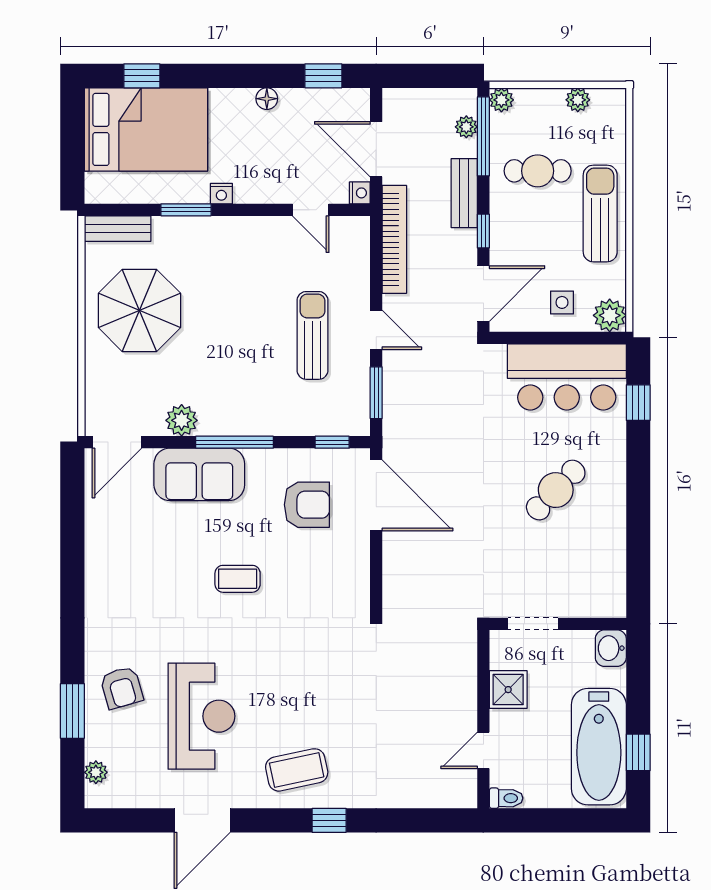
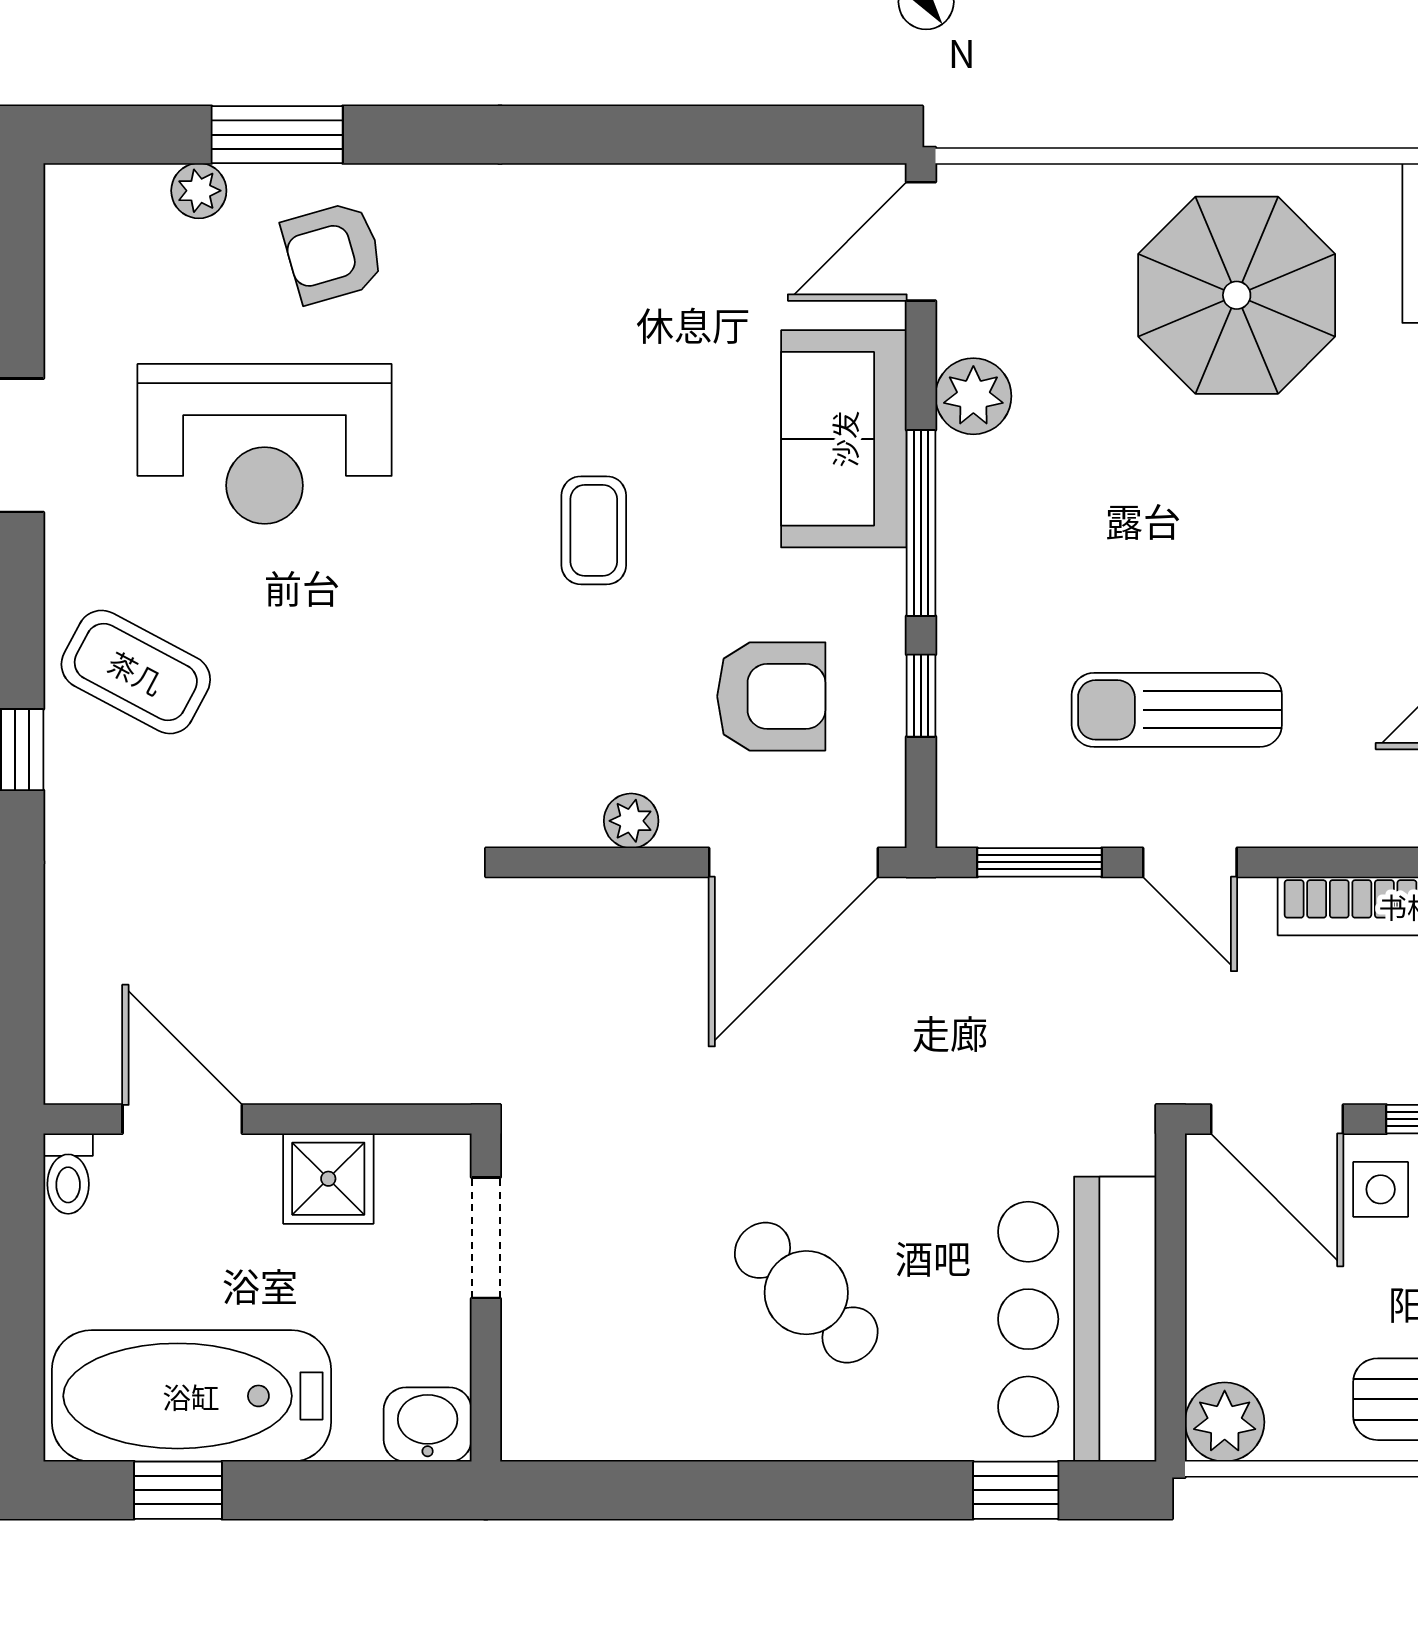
side table: (562, 302) -> (1381, 1189), moved
door: (376, 330) -> (1190, 862), hinge flipped
sun lounger: (312, 335) -> (1177, 710), turned 180
door: (117, 442) -> (921, 241), hinge flipped
window: (332, 442) -> (921, 696), moved
armchair: (307, 505) -> (771, 696), turned -90
plant: (359, 563) -> (631, 821), added
door: (483, 750) -> (182, 1119), width x1.38
coffee table: (297, 770) -> (136, 672), turned -50
plant: (96, 772) -> (199, 191), moved

